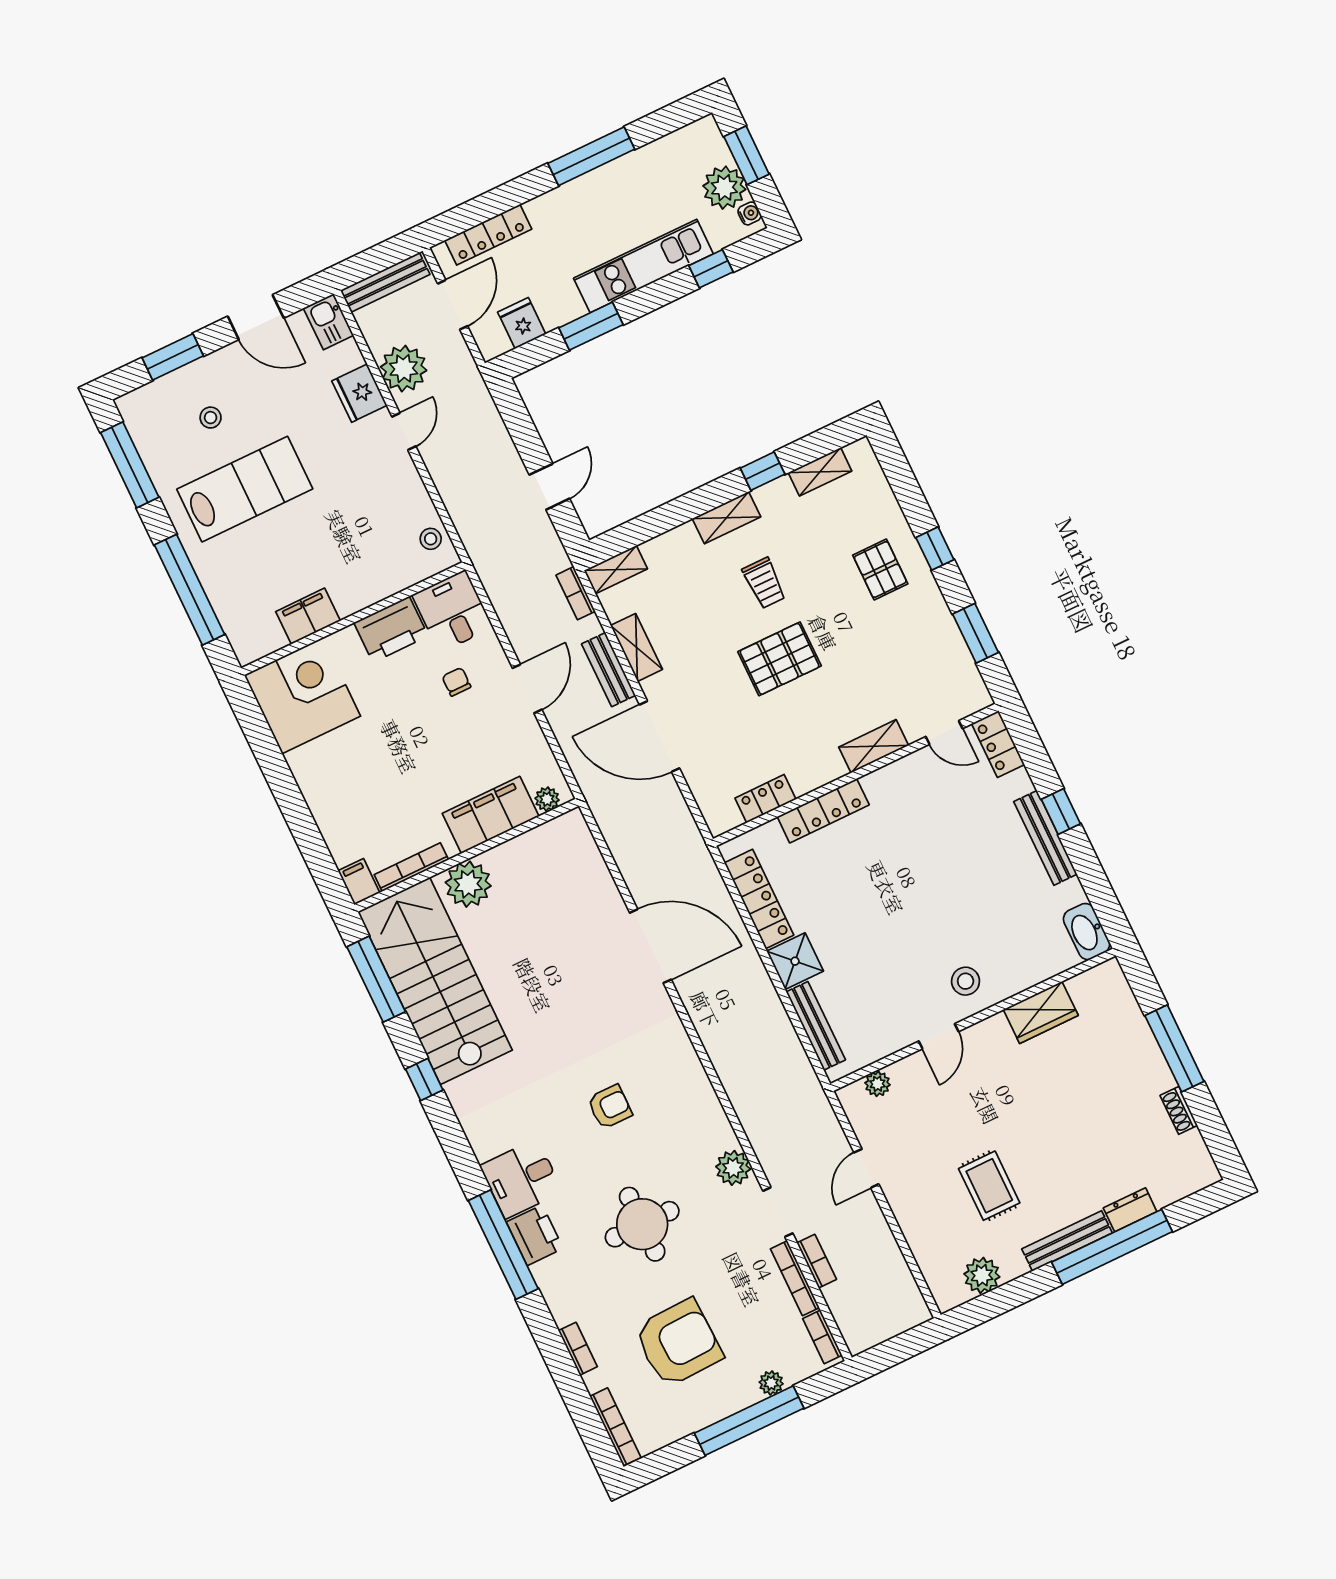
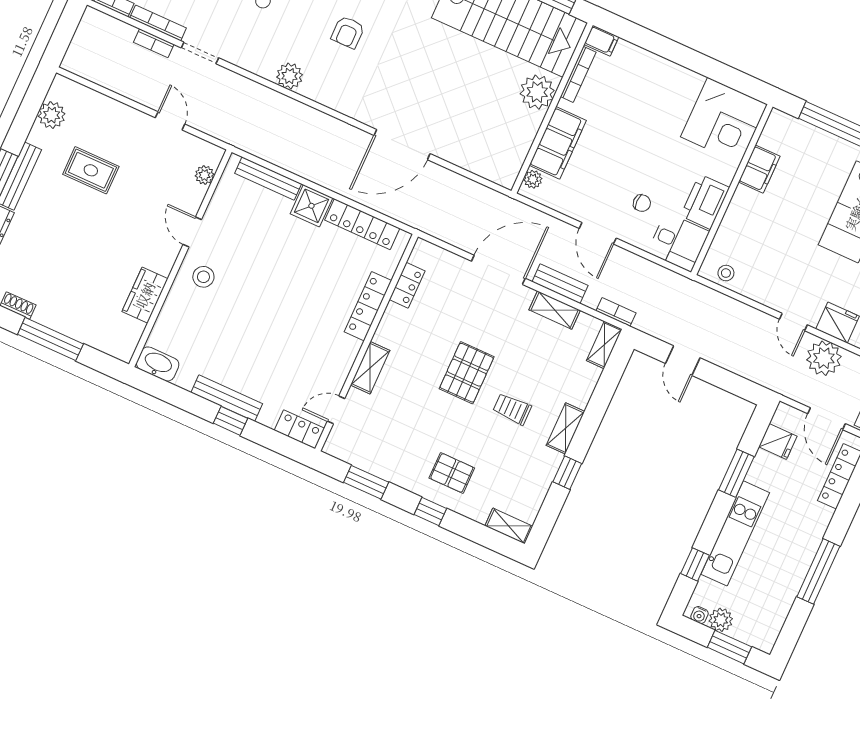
plant: (724, 188) -> (721, 620), width x0.73, depth x0.73
shelving: (820, 472) -> (509, 526), moved, turned 90
plant: (733, 1168) -> (290, 76), moved

